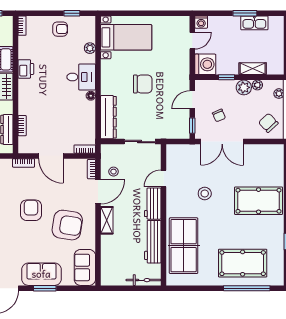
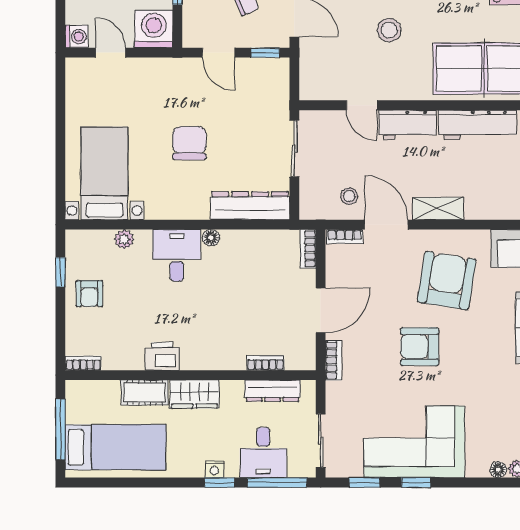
armchair: (60, 29) -> (89, 294), turned 180

